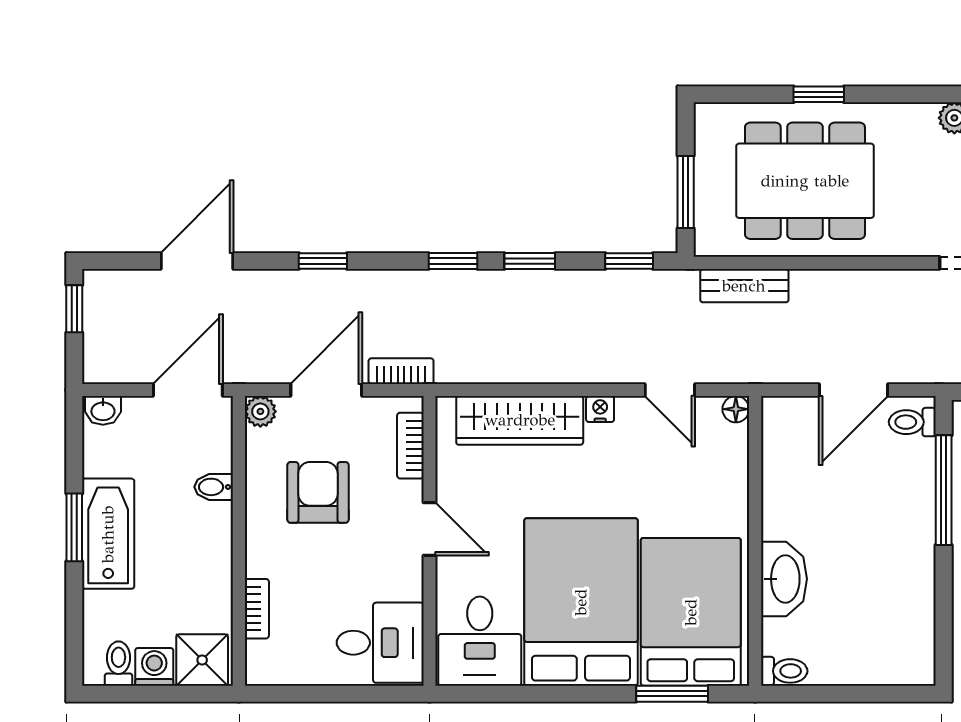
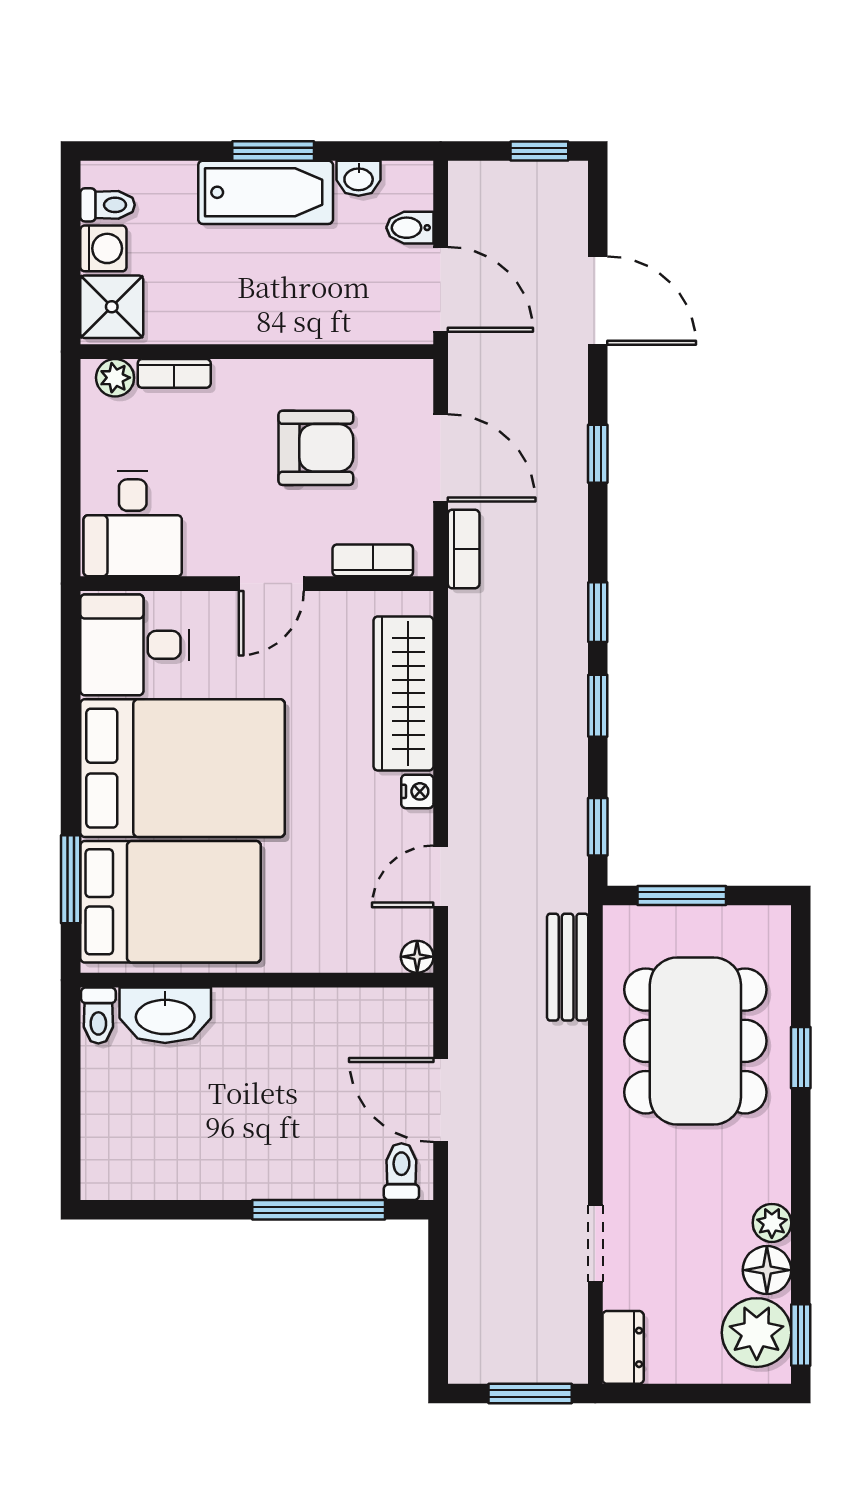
washbasin: (103, 410) -> (359, 178), moved, turned -90
plant: (260, 411) -> (115, 378), moved
bidet: (214, 487) -> (410, 228), moved, turned -90
washbasin: (784, 579) -> (165, 1015), moved

